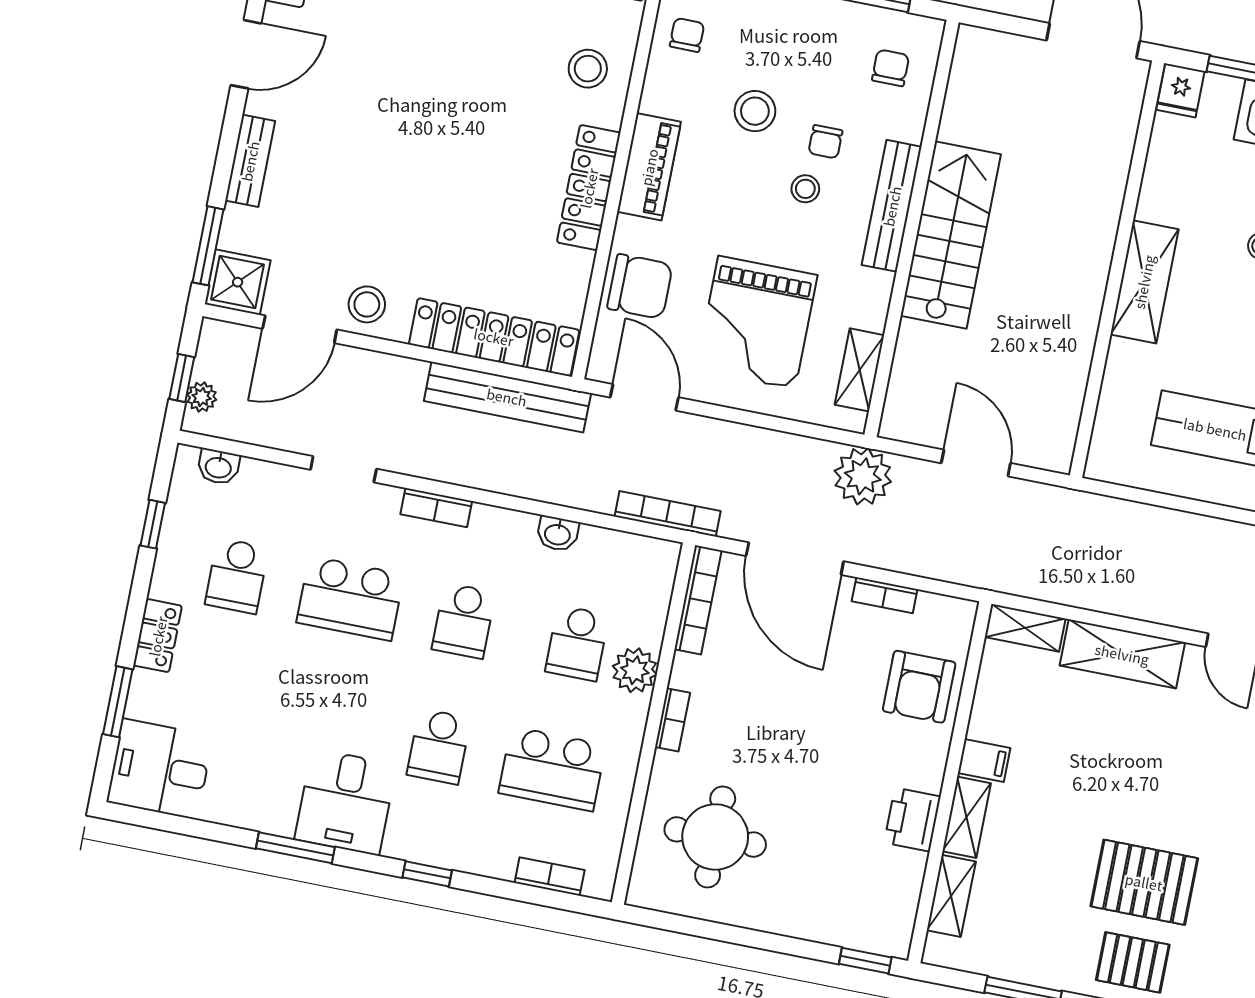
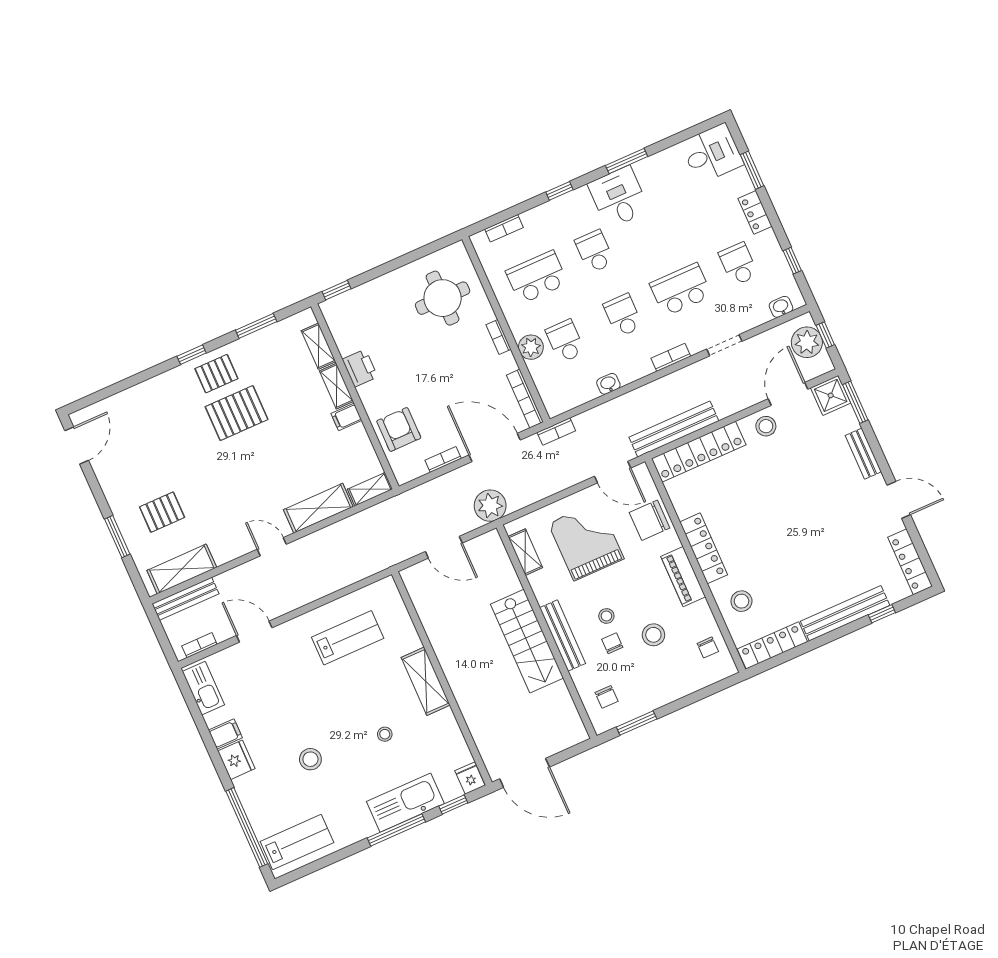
door: (246, 54) -> (899, 500), swing flipped
plant: (202, 397) -> (807, 342), width x1.87, depth x1.87
bookcase: (668, 514) -> (556, 432), width x0.64

